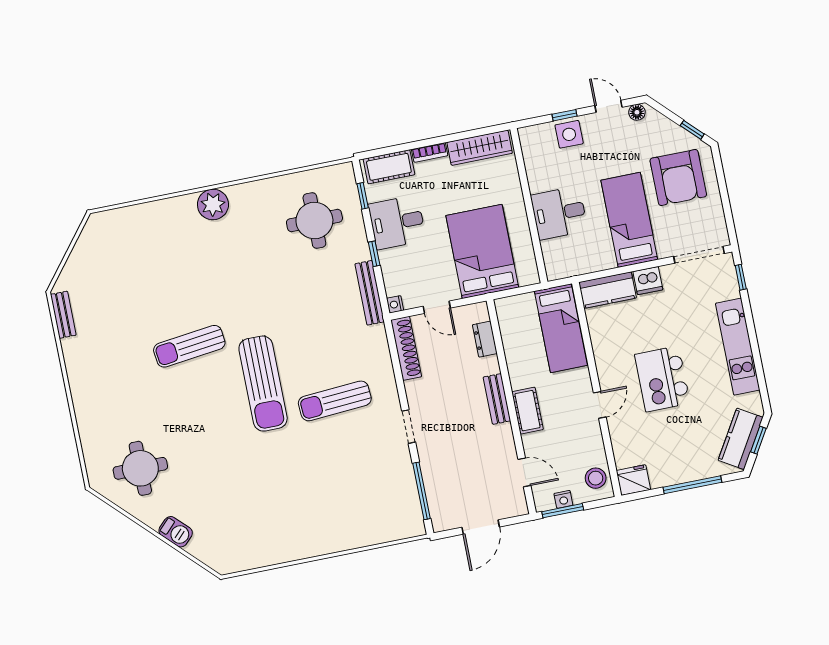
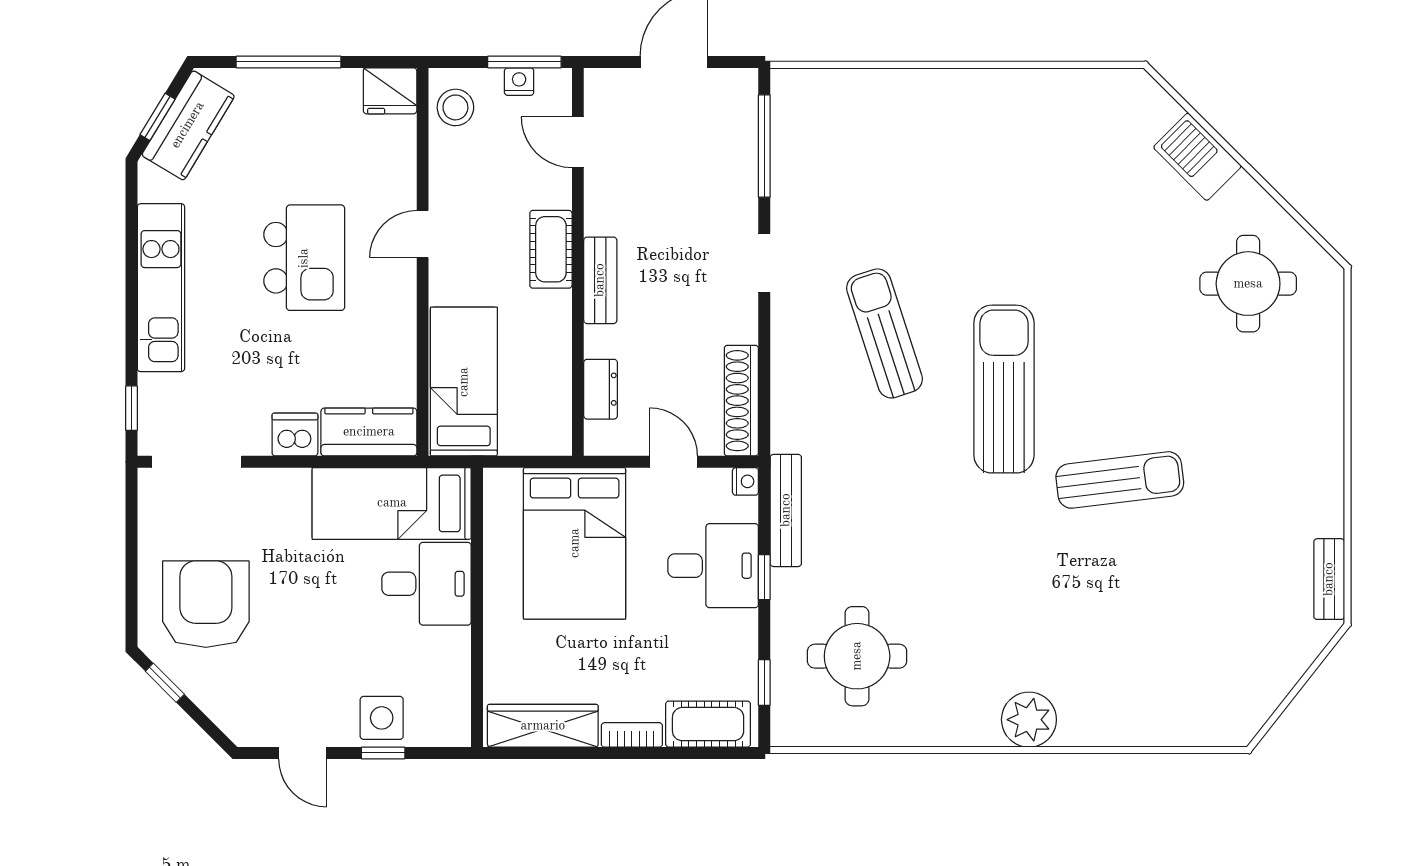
floor lamp: (637, 112) -> (255, 733), removed
bed: (629, 220) -> (392, 503), moved, turned 90
desk: (397, 222) -> (713, 566), moved
sun lounger: (335, 401) -> (885, 333), turned -104
barbecue: (176, 532) -> (1197, 157), width x1.38, depth x1.27

